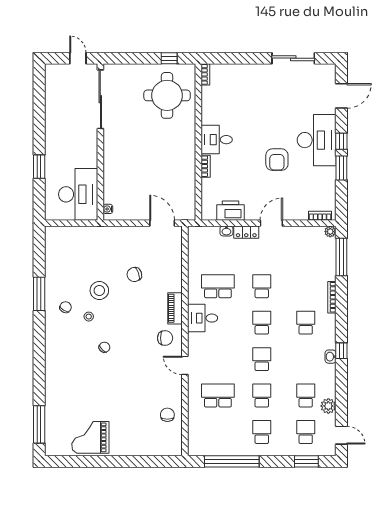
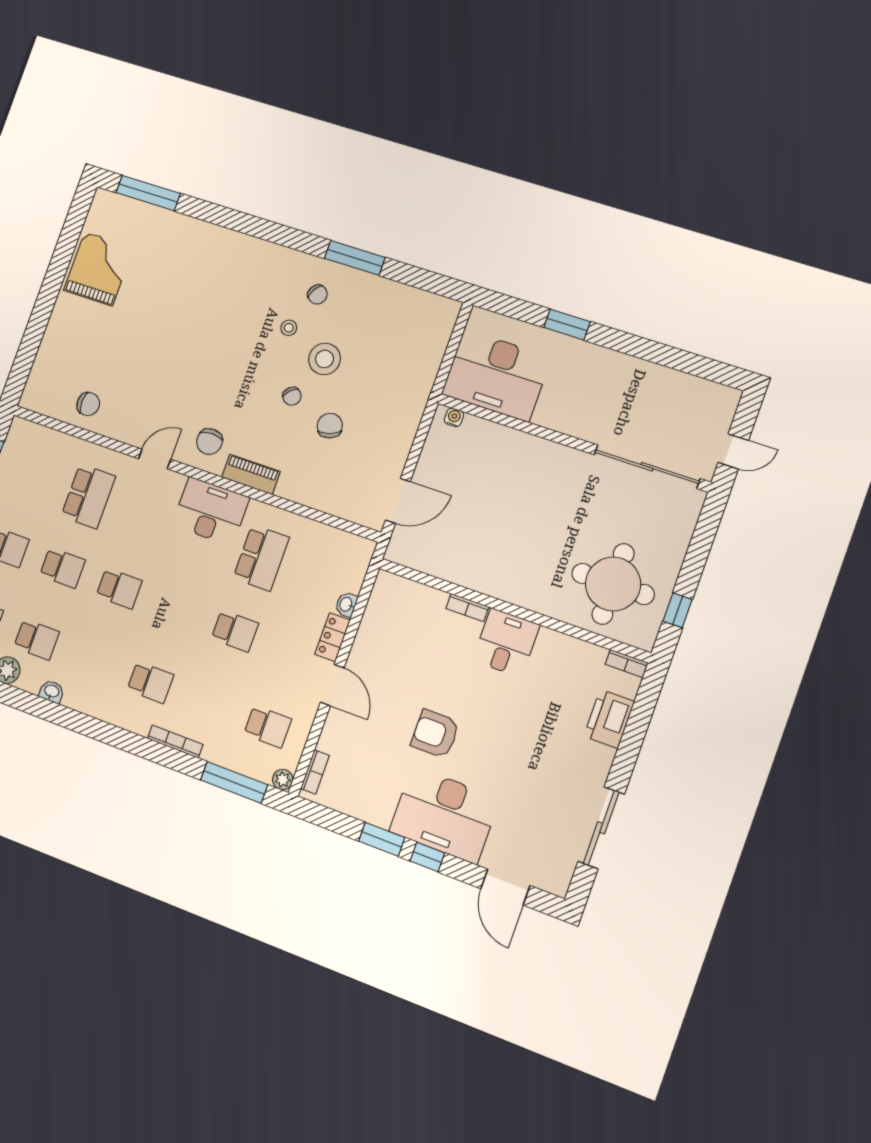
printer: (230, 211) -> (609, 719), moved, turned 180
desk: (203, 318) -> (211, 511), width x1.37
school desk: (262, 323) -> (268, 727), moved
chair: (104, 347) -> (292, 396), moved
window: (341, 351) -> (85, 725), removed
washbasin: (331, 357) -> (52, 692), moved

